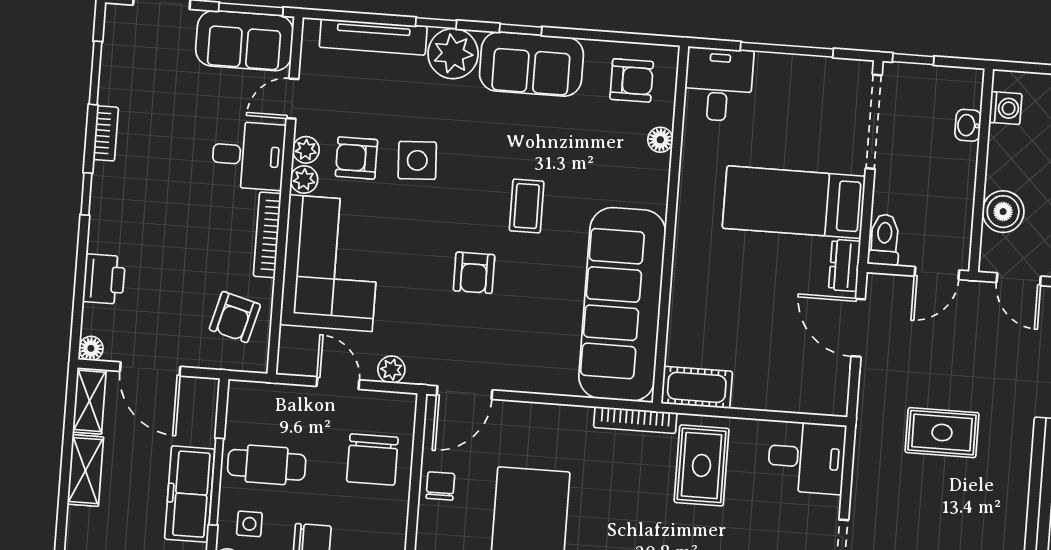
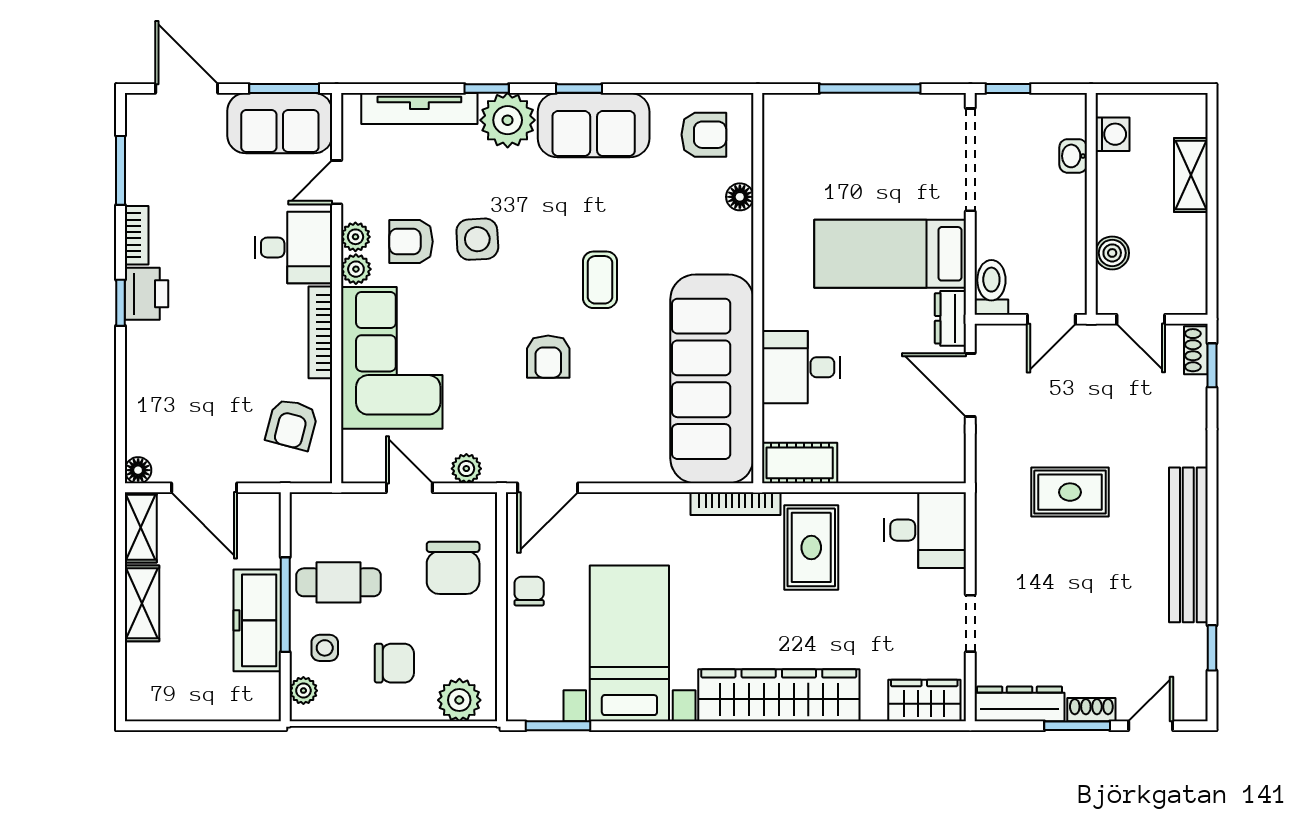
desk: (718, 84) -> (801, 367), moved, turned -90
boiler: (1003, 212) -> (1112, 253), width x0.73, depth x0.73
printer: (104, 279) -> (147, 294), moved

